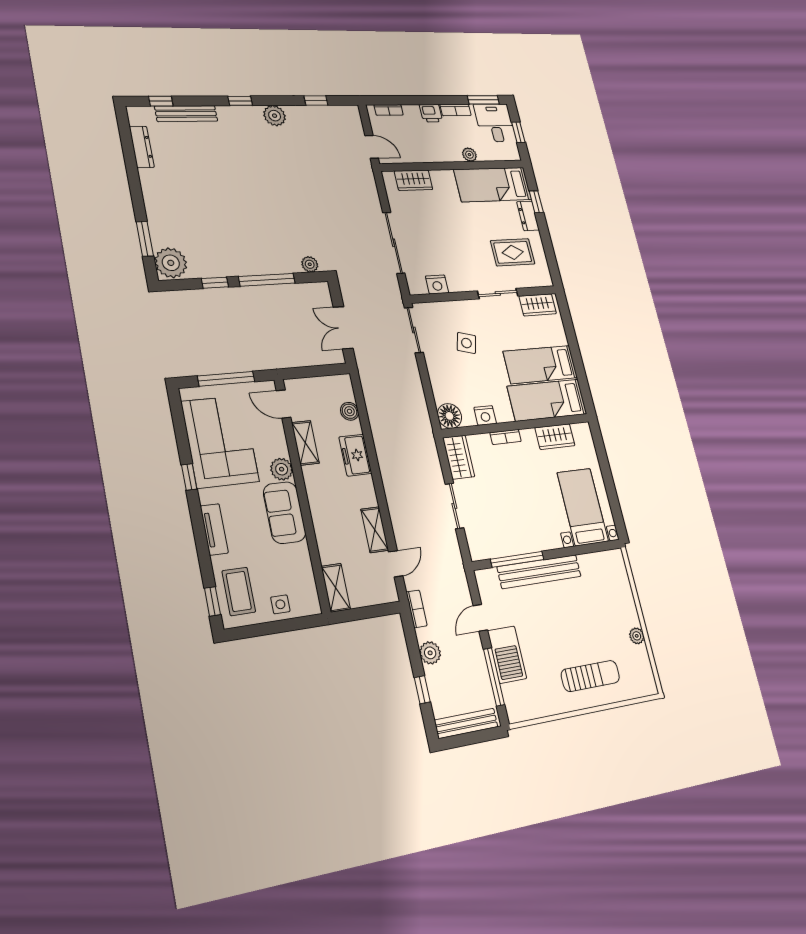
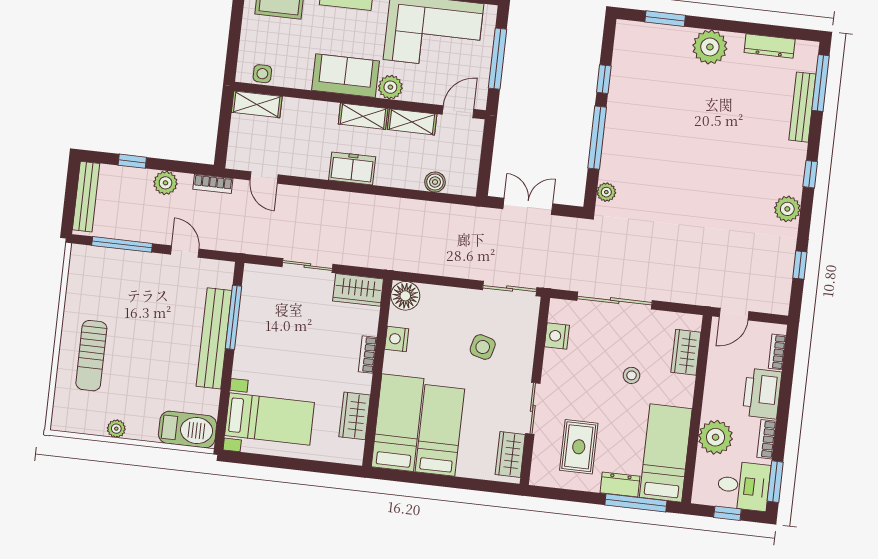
window: (161, 101) -> (821, 83), width x2.17
printer: (431, 113) -> (762, 394), width x1.87, depth x1.48
plant: (469, 155) -> (716, 437), width x1.87, depth x1.87
window: (536, 202) -> (636, 503), width x2.17
stool: (446, 220) -> (632, 375), added
plant: (171, 263) -> (710, 47), moved
freezer: (355, 455) -> (352, 168), moved
shelving: (375, 530) -> (363, 116), moved
side table: (280, 604) -> (262, 74), moved
barbecue: (507, 655) -> (188, 429), moved, turned 180

